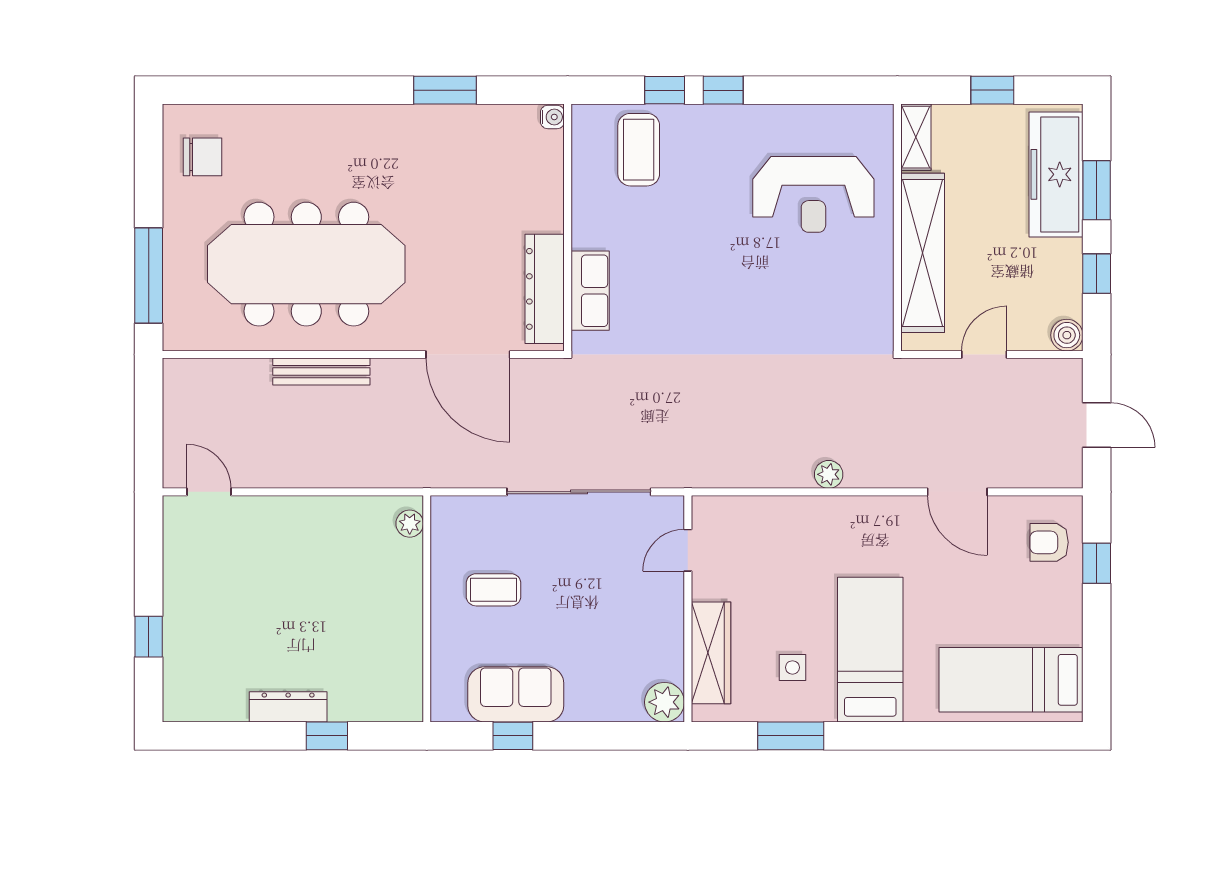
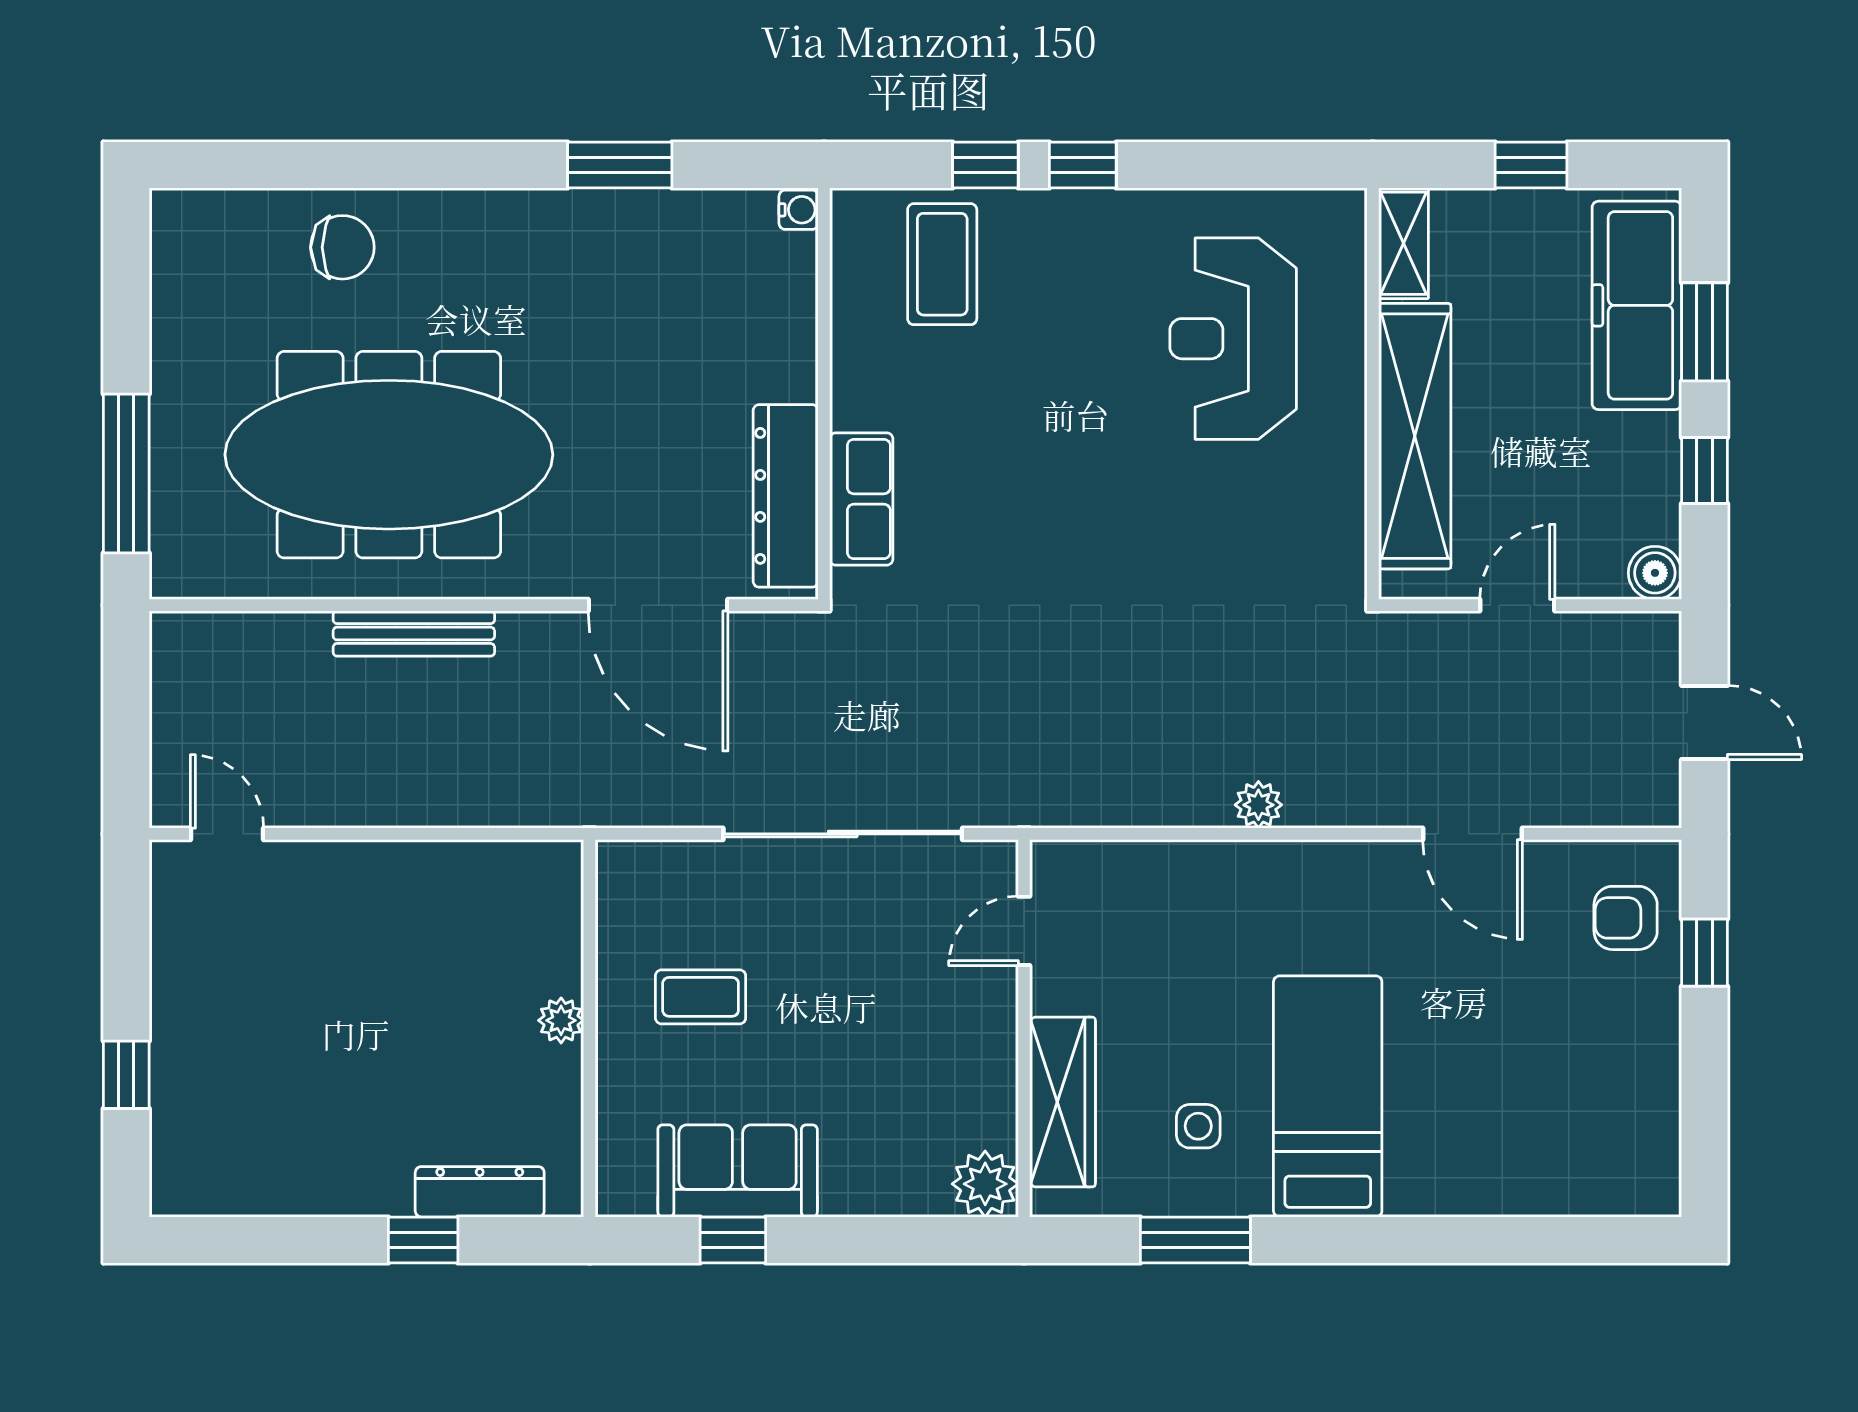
chair: (202, 157) -> (342, 247), moved
reception desk: (813, 194) -> (1233, 339), turned 90
plant: (410, 524) -> (561, 1020), moved
bed: (1011, 680) -> (1562, 1147), removed
dresser: (288, 707) -> (480, 1192), moved

